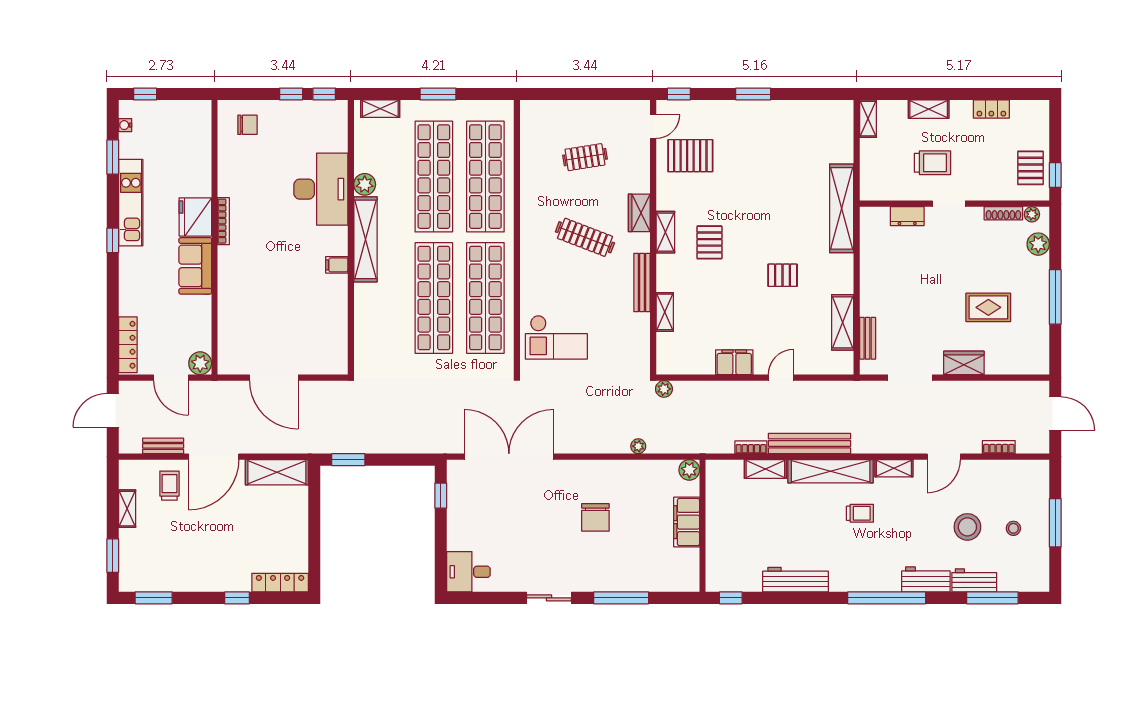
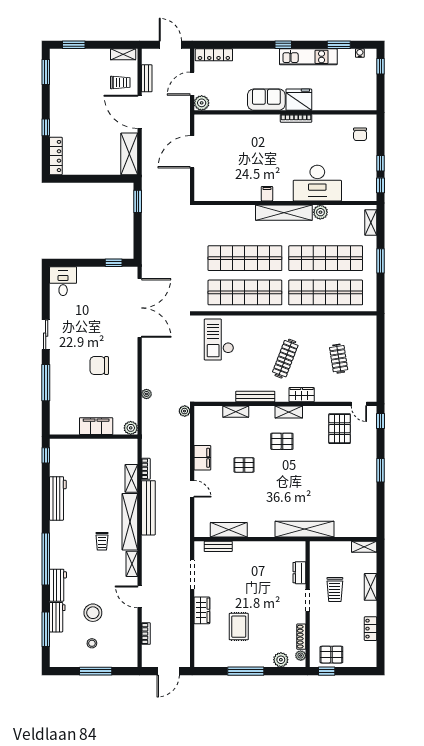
pallet: (783, 275) -> (244, 465), moved, turned 90
shelving: (127, 509) -> (123, 54), moved

